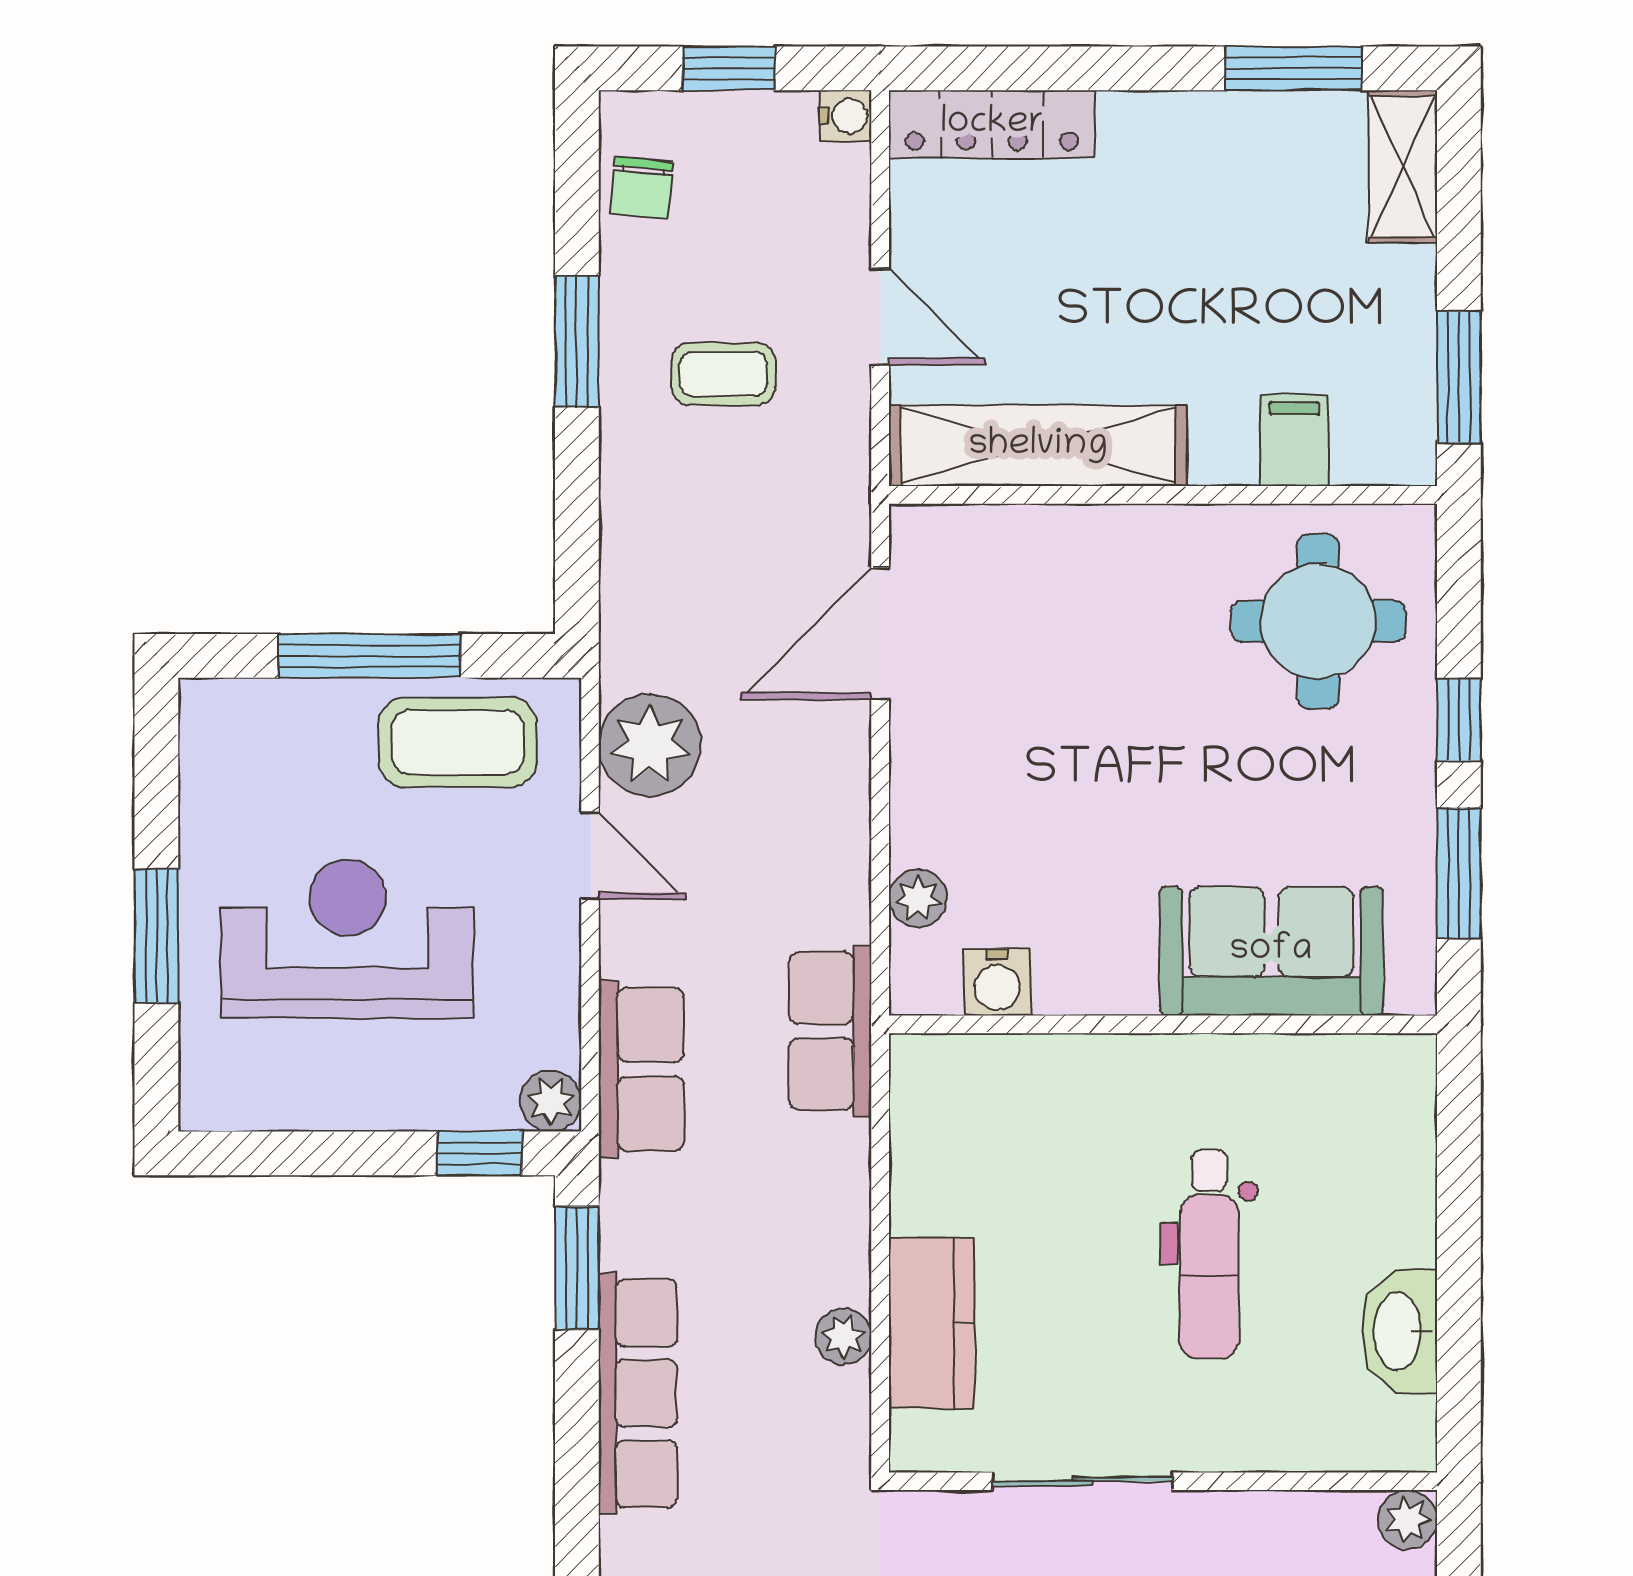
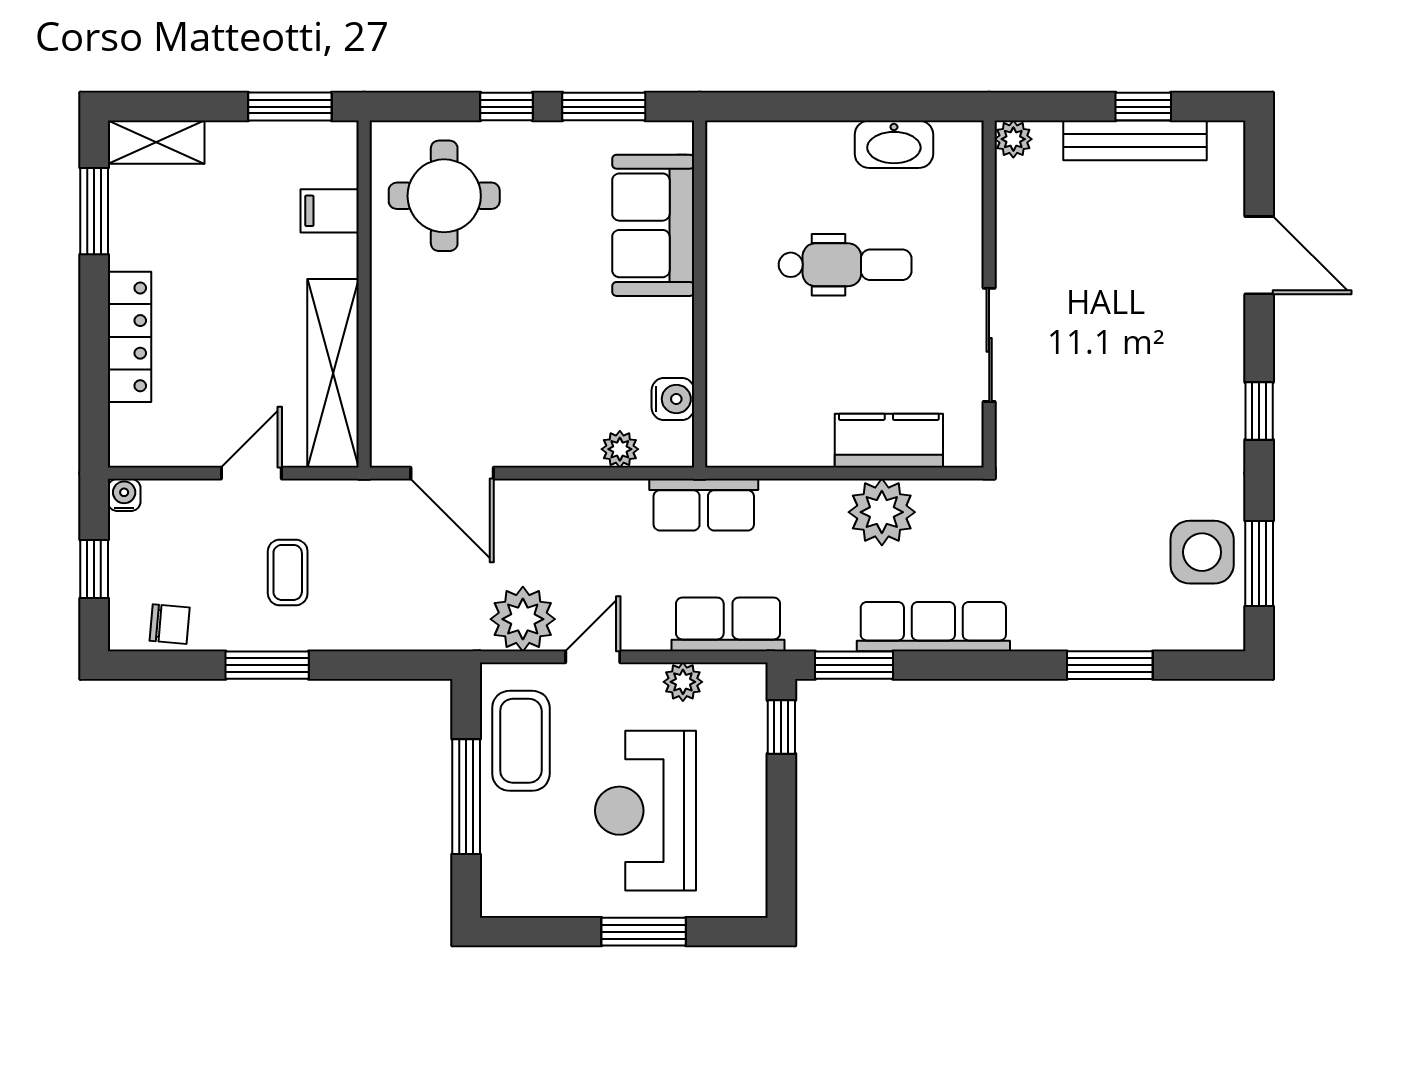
locker: (992, 124) -> (129, 337), moved
plant: (551, 1101) -> (683, 682), moved
plant: (843, 1337) -> (882, 512), width x1.88, depth x1.88

